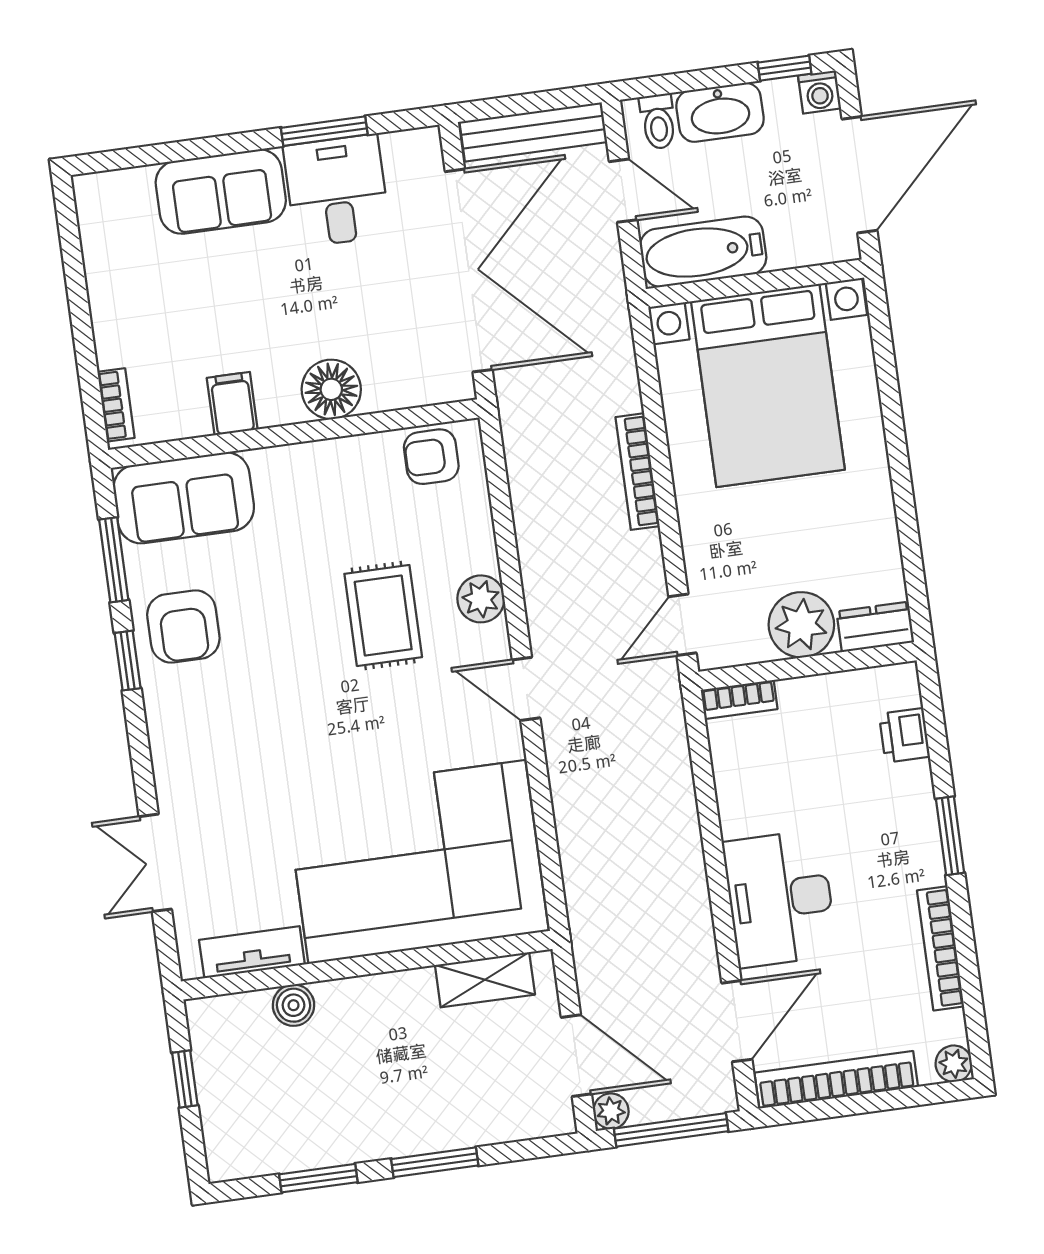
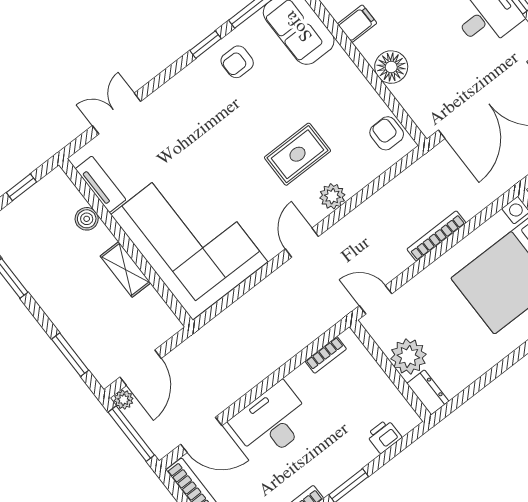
armchair: (183, 627) -> (237, 62), width x0.72, depth x0.72
bookcase: (739, 700) -> (326, 355), moved, turned -90
shelving: (485, 980) -> (125, 269), moved
window: (435, 1162) -> (70, 355), moved

